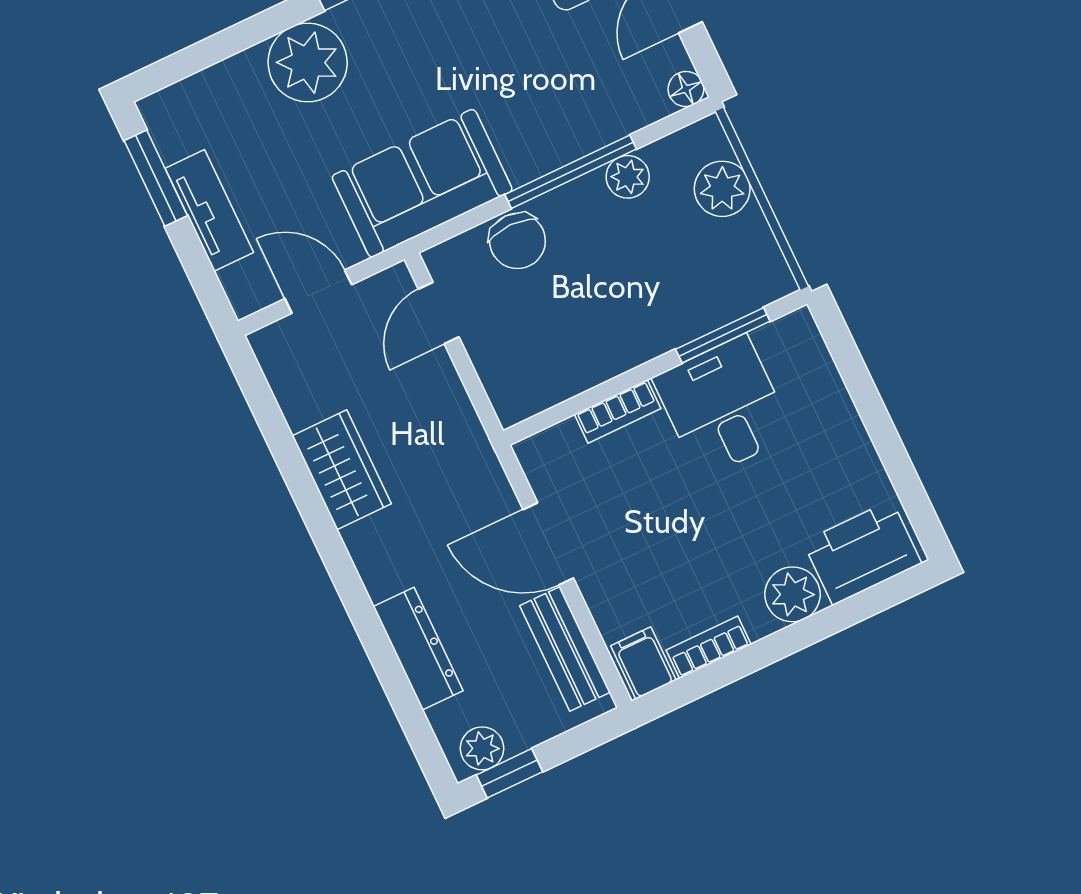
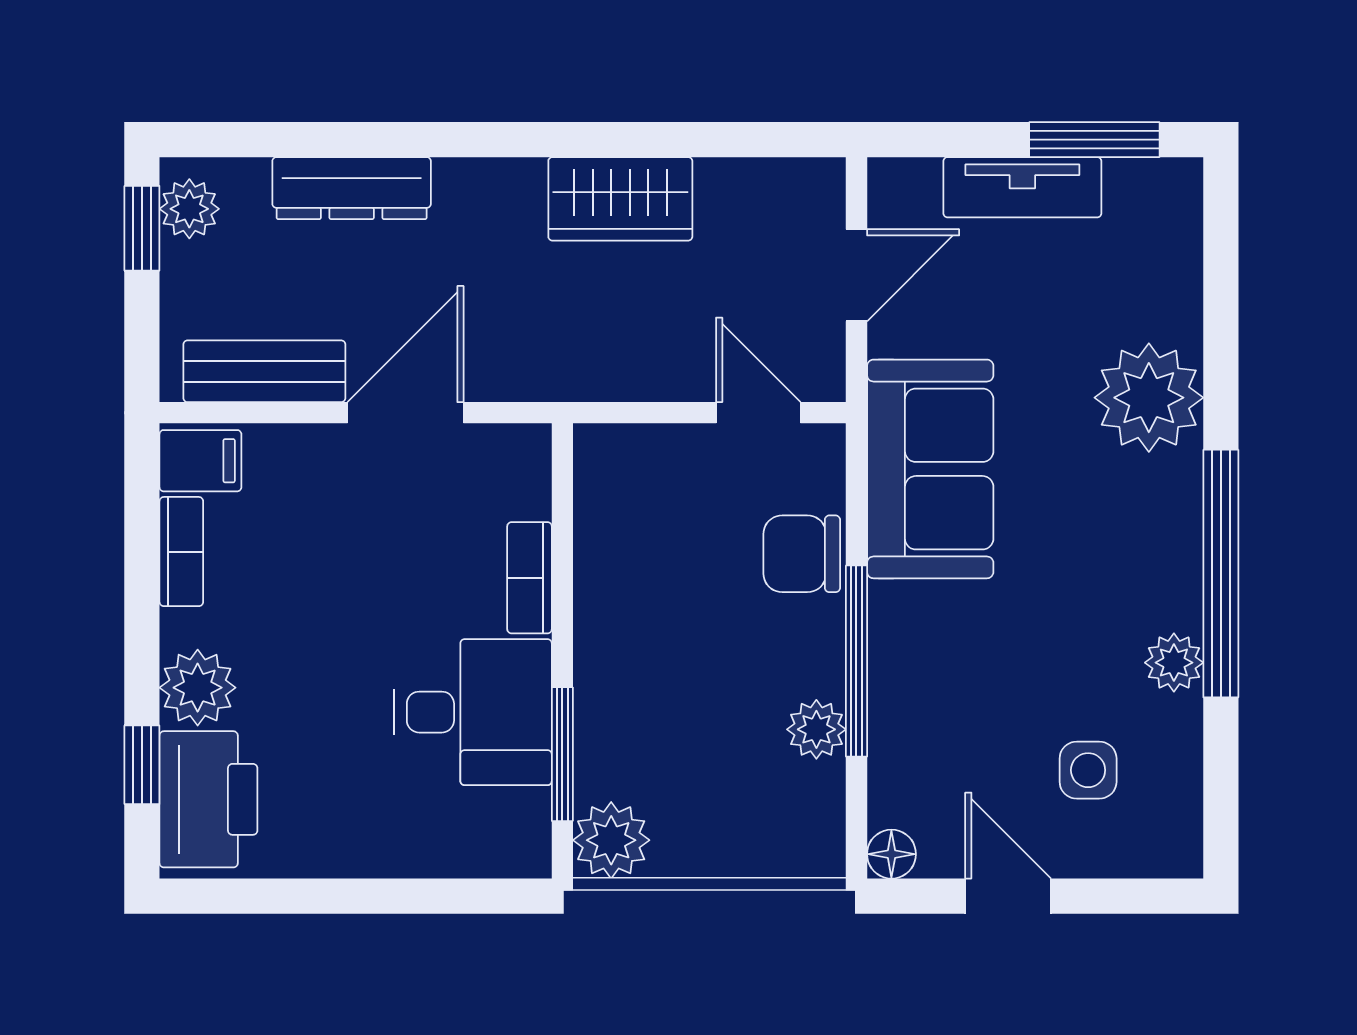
plant: (722, 189) -> (611, 840), moved
window: (860, 607) -> (142, 765), added

